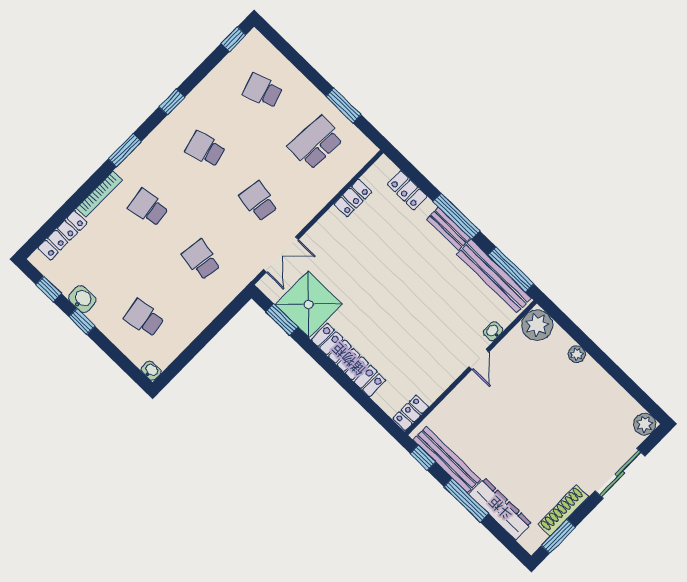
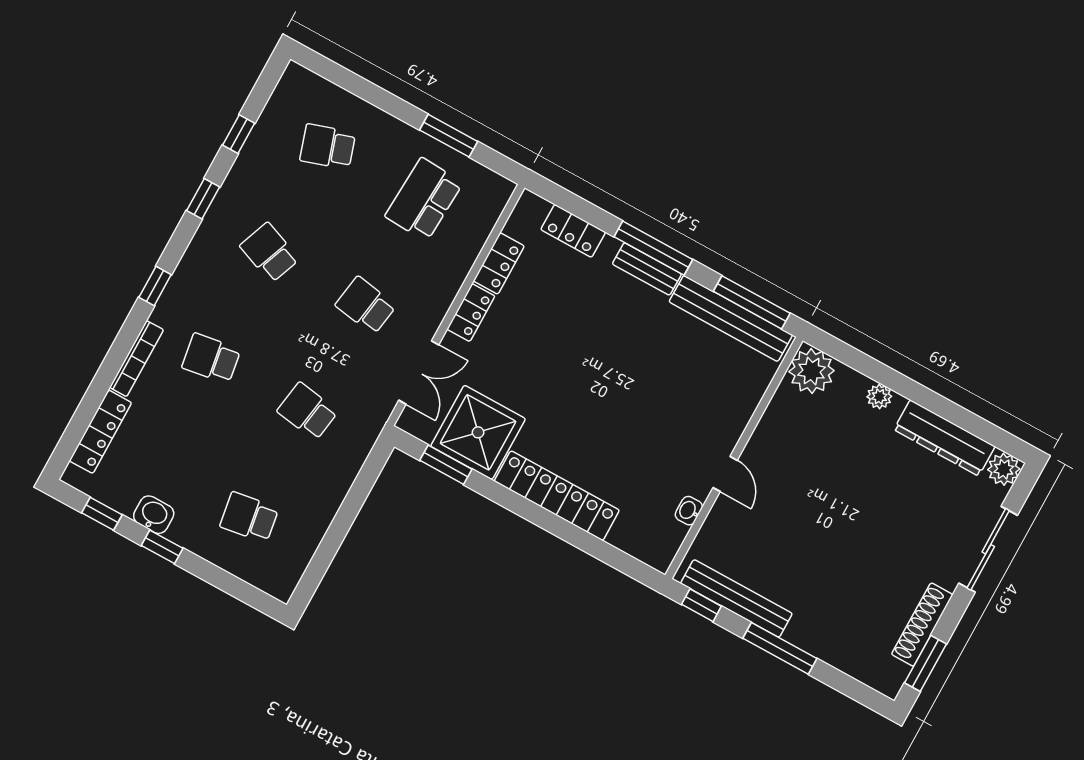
window: (233, 39) -> (239, 134), moved
school desk: (205, 149) -> (269, 253), turned 36
window: (125, 150) -> (155, 286), width x0.67
washbasin: (493, 331) -> (689, 511), moved
door: (479, 359) -> (725, 474), moved
washbasin: (151, 371) -> (280, 589), removed
locker: (411, 413) -> (471, 313), moved, turned 180
dresser: (500, 509) -> (944, 438), moved, turned 180

